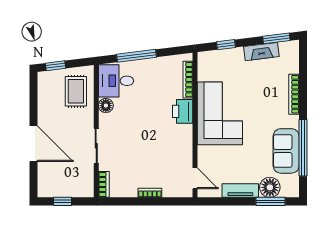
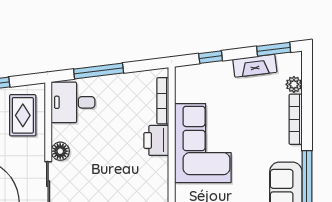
plant: (293, 66) -> (294, 84), added
floor lamp: (106, 106) -> (60, 151), moved

